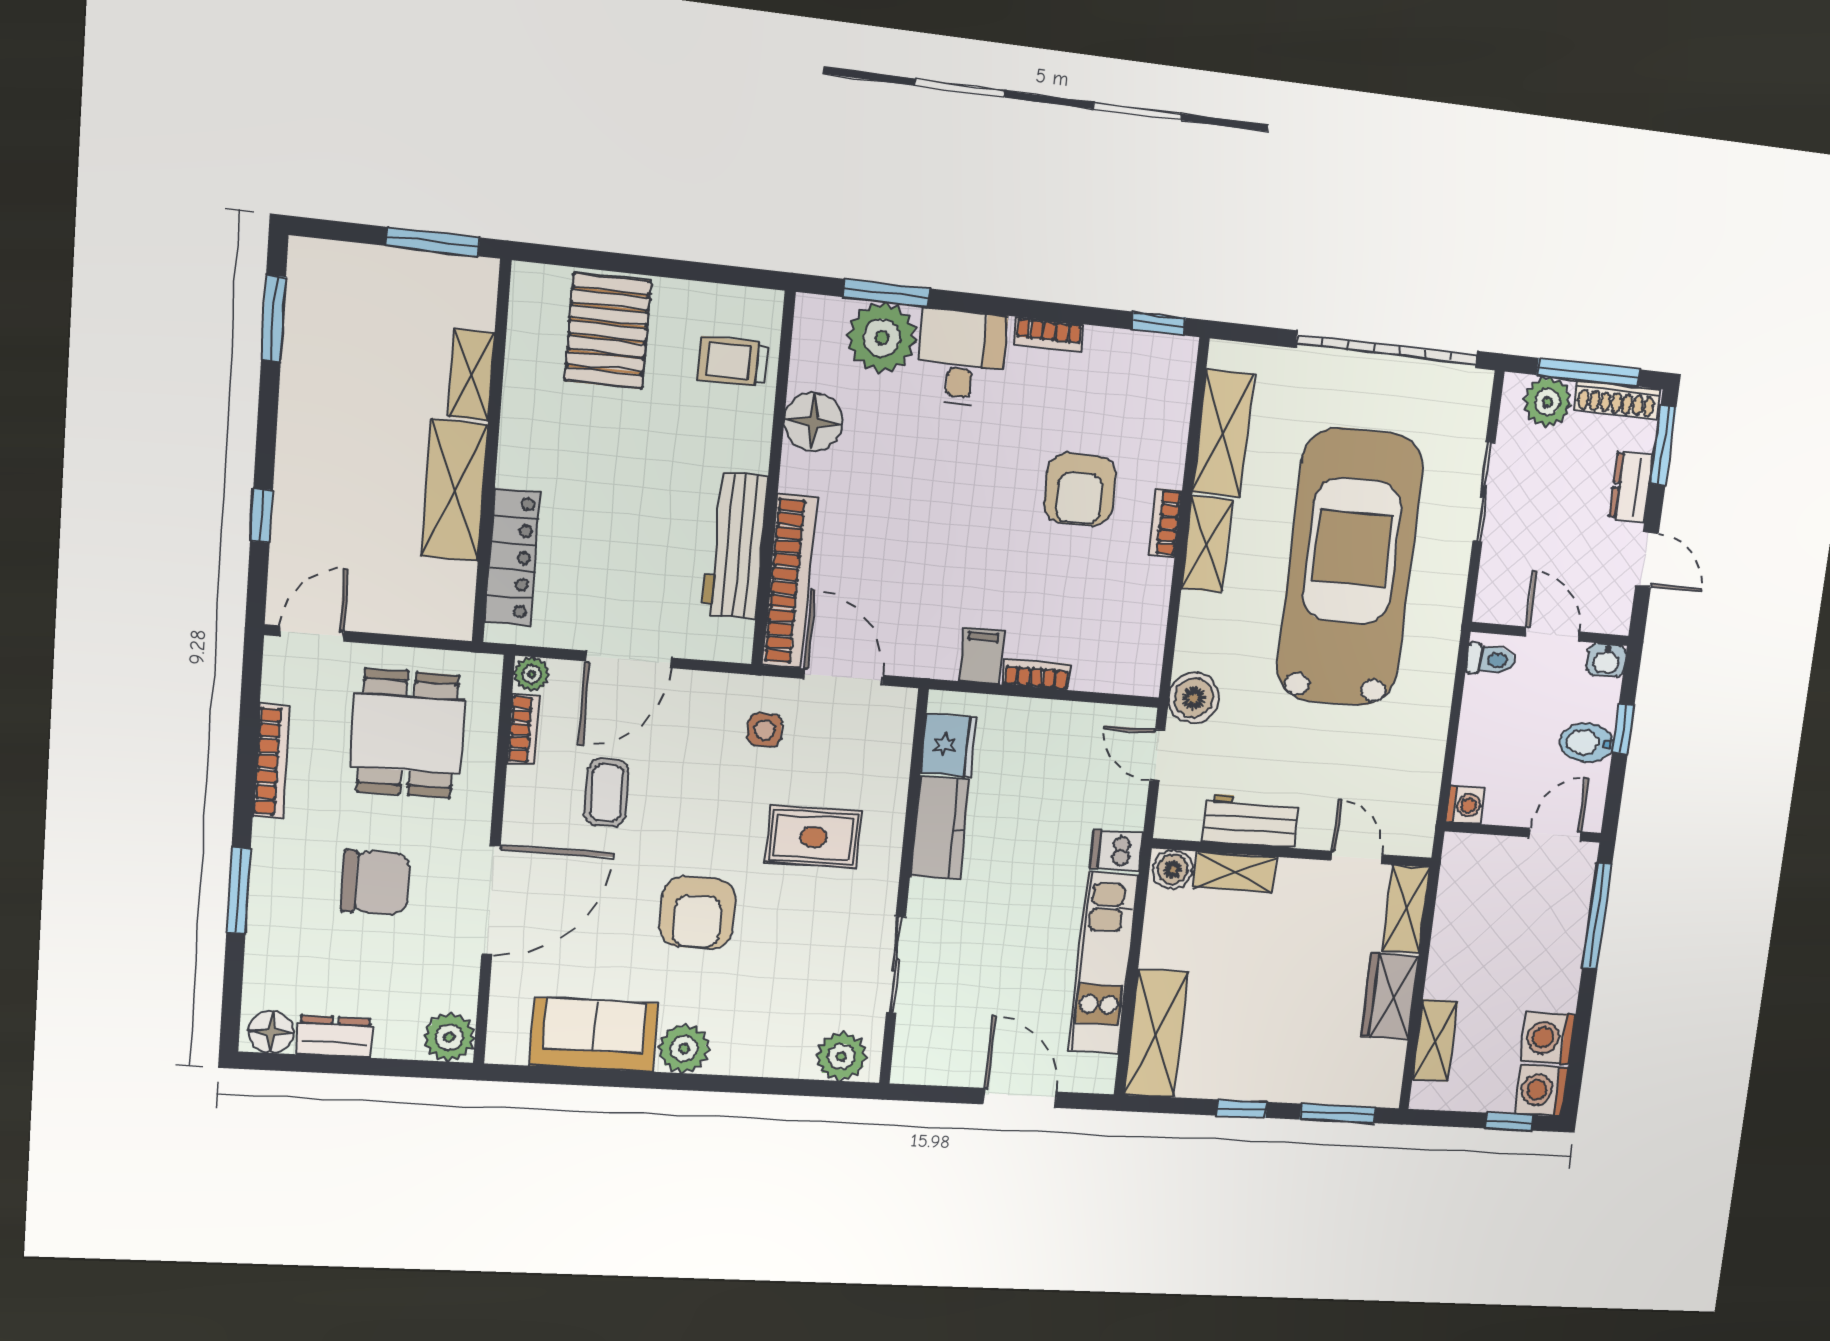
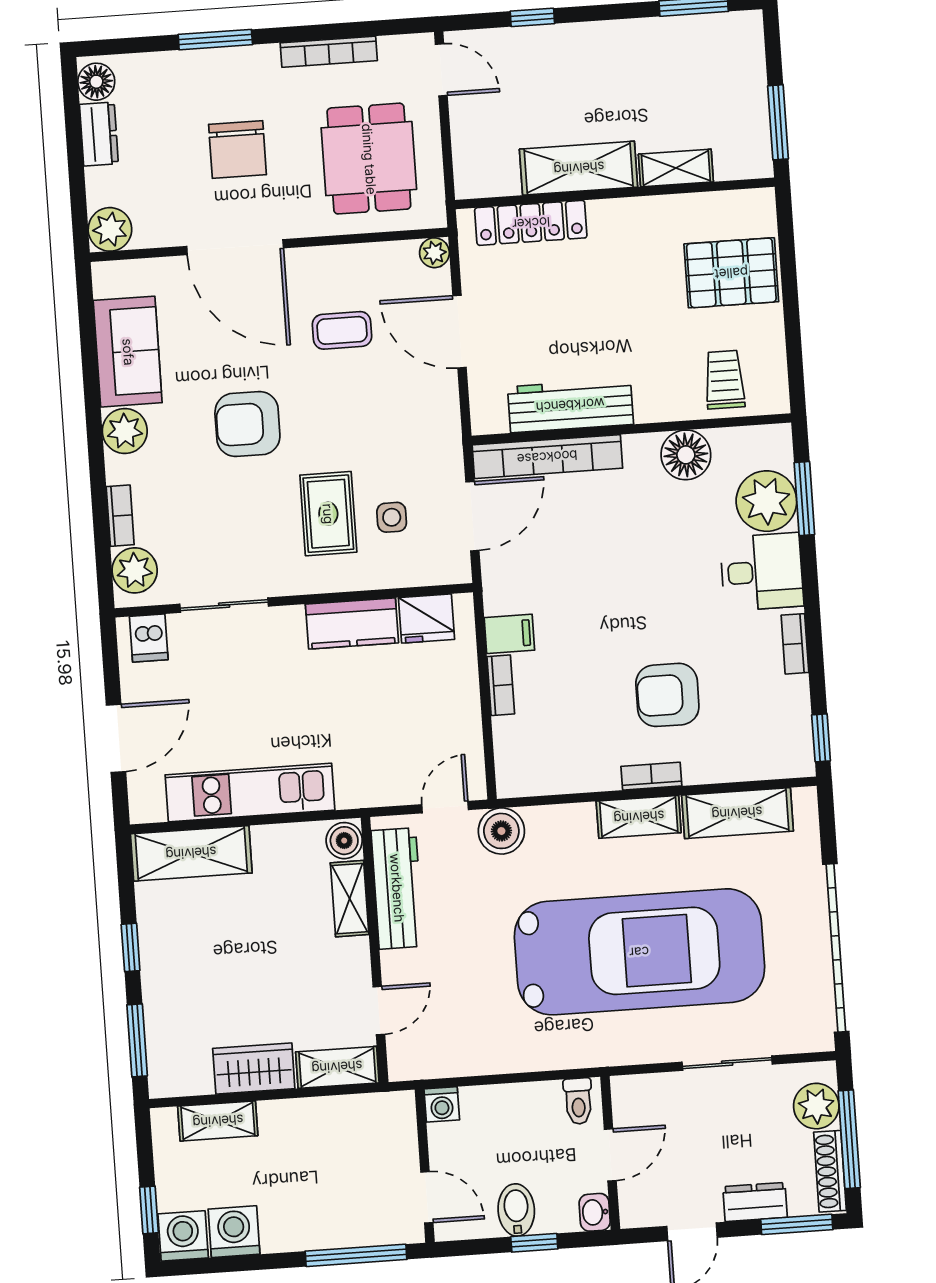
bookcase: (524, 729) -> (120, 516), moved, turned -90
side table: (764, 730) -> (392, 517), moved
dining table: (408, 733) -> (369, 159), turned 90
workbench: (1251, 821) -> (397, 888), width x1.38
dishwasher: (1117, 851) -> (149, 638), moved, turned 180

